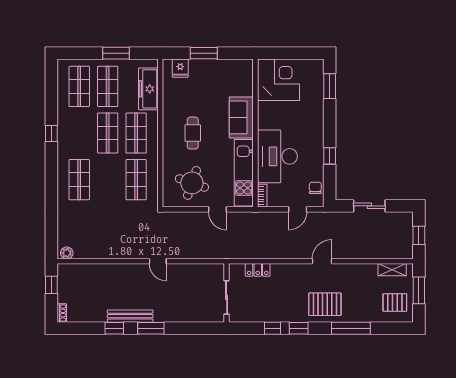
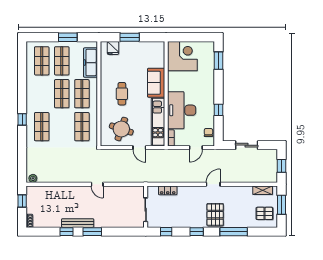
window: (51, 133) -> (22, 119), moved
pallet: (325, 304) -> (215, 215), turned 90
window: (272, 328) -> (166, 232), moved

